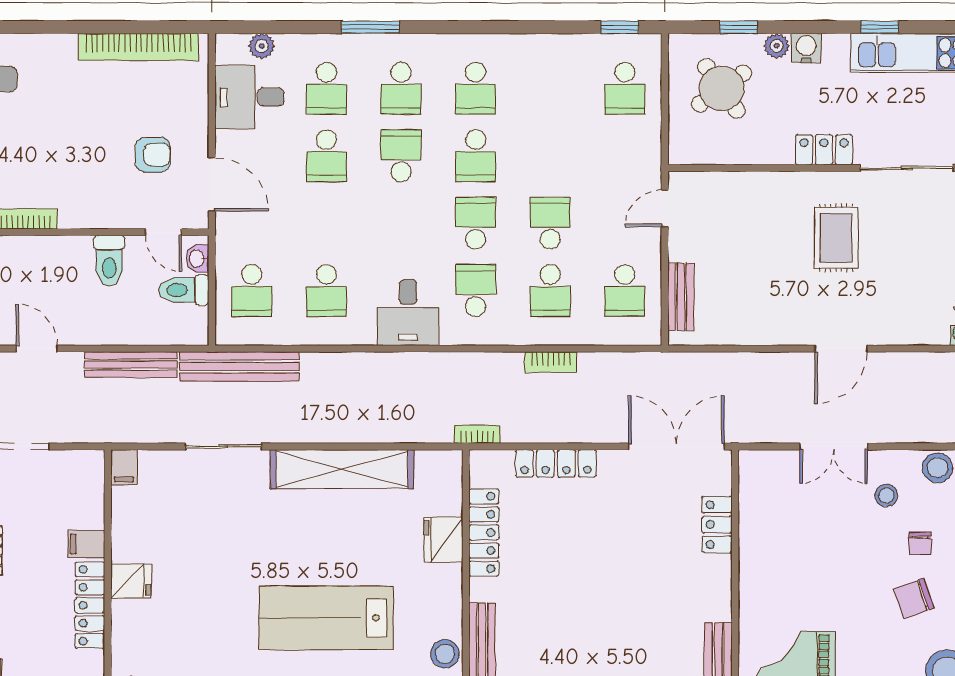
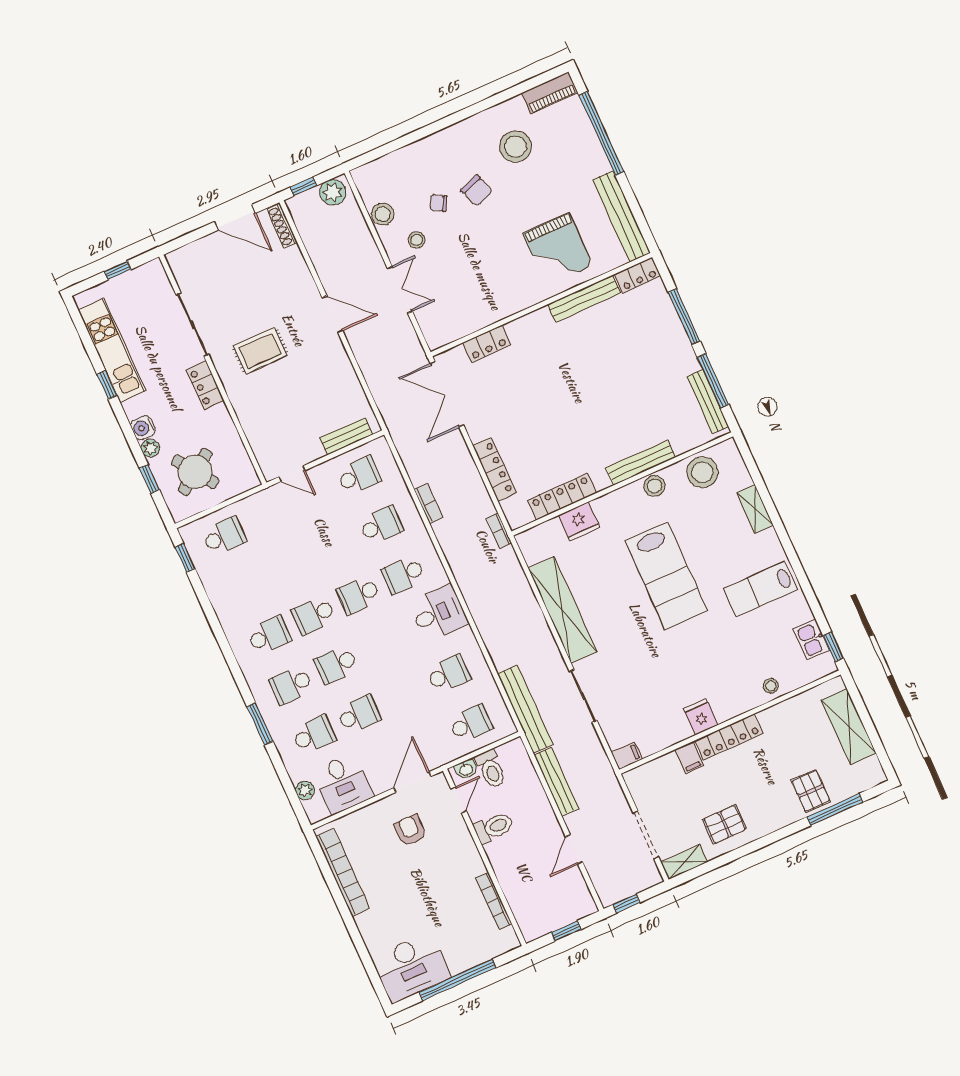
school desk: (401, 88) -> (291, 685), turned 180
school desk: (476, 156) -> (314, 615), turned 180
school desk: (550, 223) -> (336, 545), removed
chair: (920, 544) -> (438, 203), turned -150

